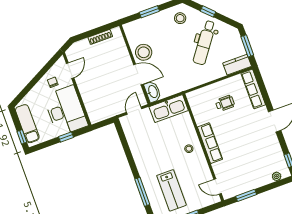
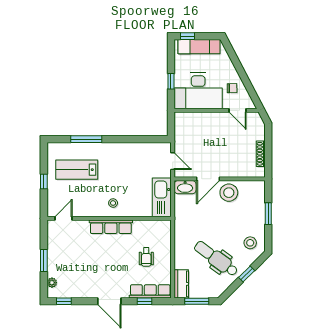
window: (264, 91) -> (144, 301), added
window: (246, 195) -> (44, 261), moved

